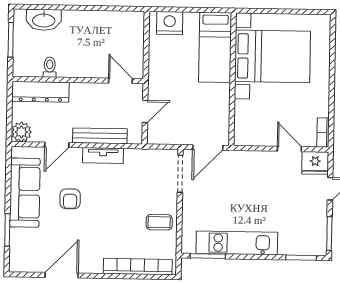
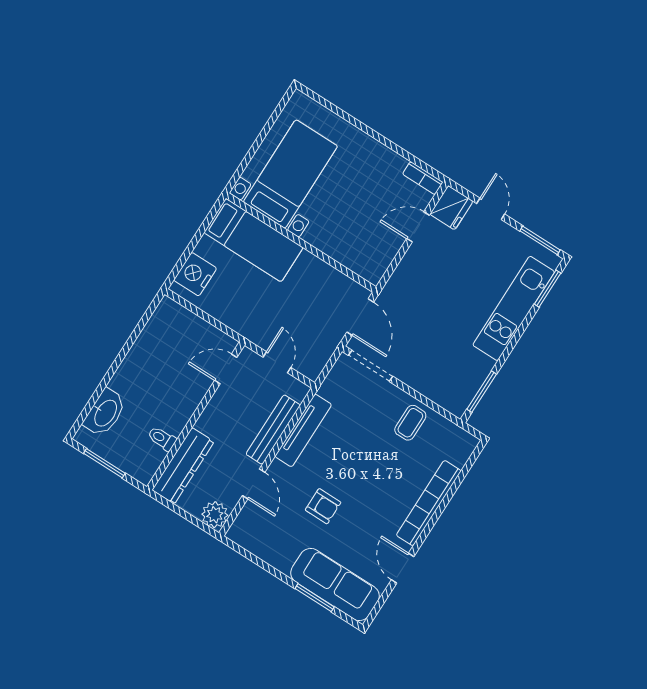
bed with nightstands: (273, 56) -> (290, 174), width x0.73
tv unit: (103, 156) -> (303, 430), width x1.41
sofa: (25, 193) -> (335, 585), moved
kitchen unit: (237, 243) -> (514, 308), moved
bookcase: (138, 267) -> (429, 503), moved
door: (62, 275) -> (403, 568), width x0.73

